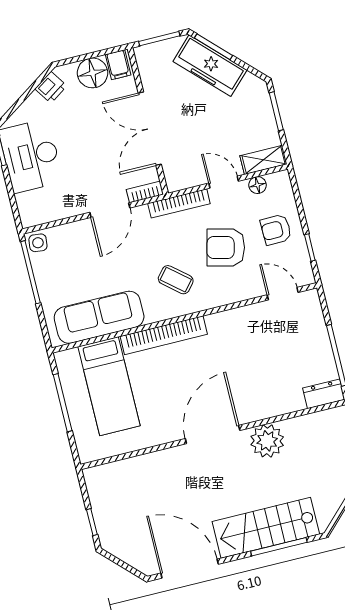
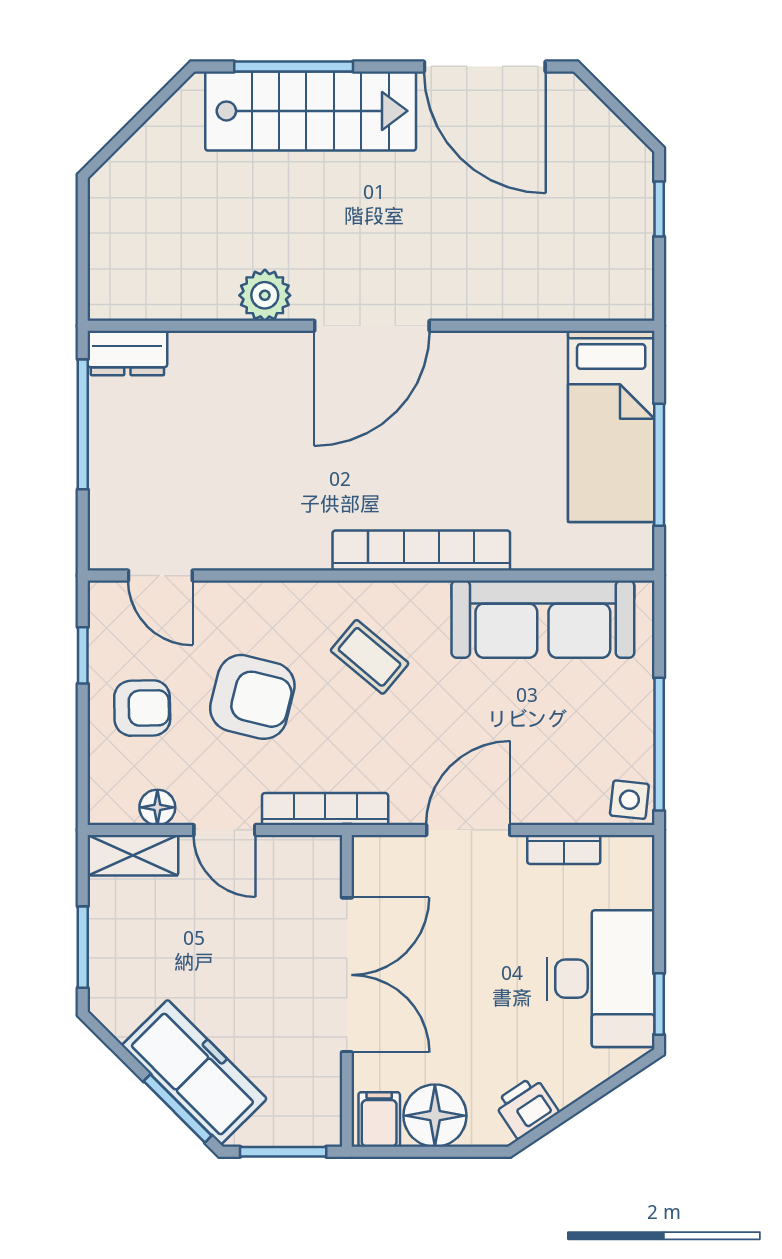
bookcase: (145, 192) -> (564, 849), moved
bed: (109, 386) -> (611, 426), moved, turned 180
plant: (267, 441) -> (265, 295), width x0.73, depth x0.73

